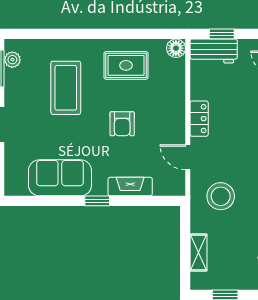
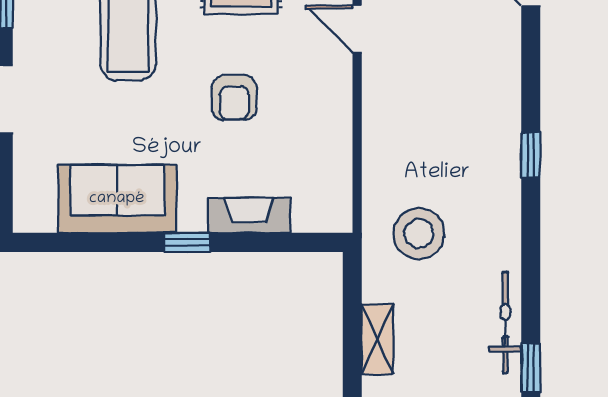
locker: (199, 119) -> (378, 88), removed
door: (188, 157) -> (357, 29), moved

